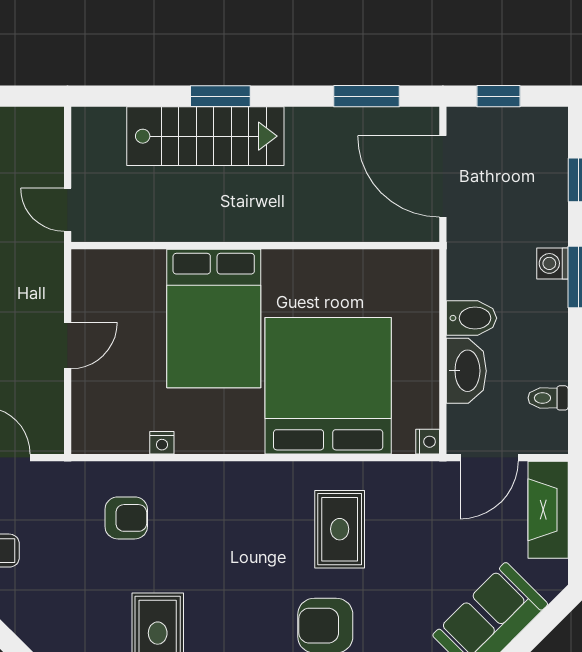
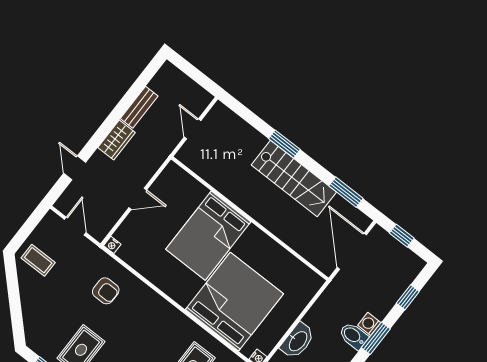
stairs: (205, 136) -> (294, 179), moved
door: (68, 210) -> (192, 129), moved
bidet: (471, 318) -> (354, 336), moved, turned 180
nightstand: (162, 443) -> (112, 245), moved

